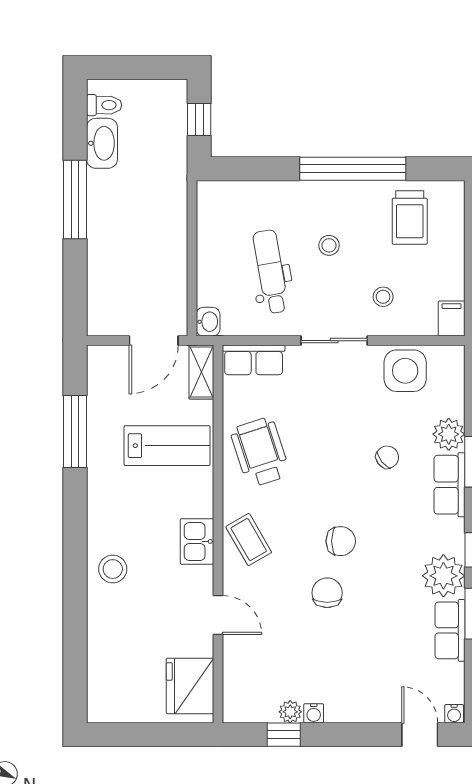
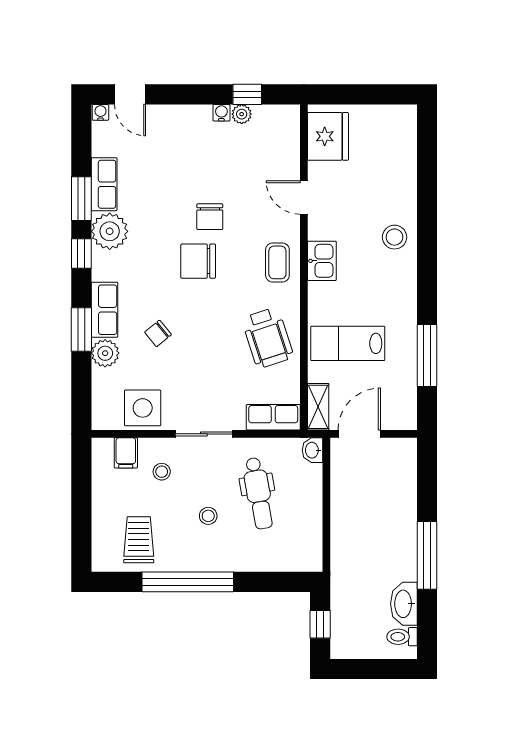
filing cabinet: (452, 319) -> (126, 453), moved
coffee table: (249, 540) -> (277, 262), turned 30
chair: (341, 541) -> (198, 261), width x1.37, depth x1.37

